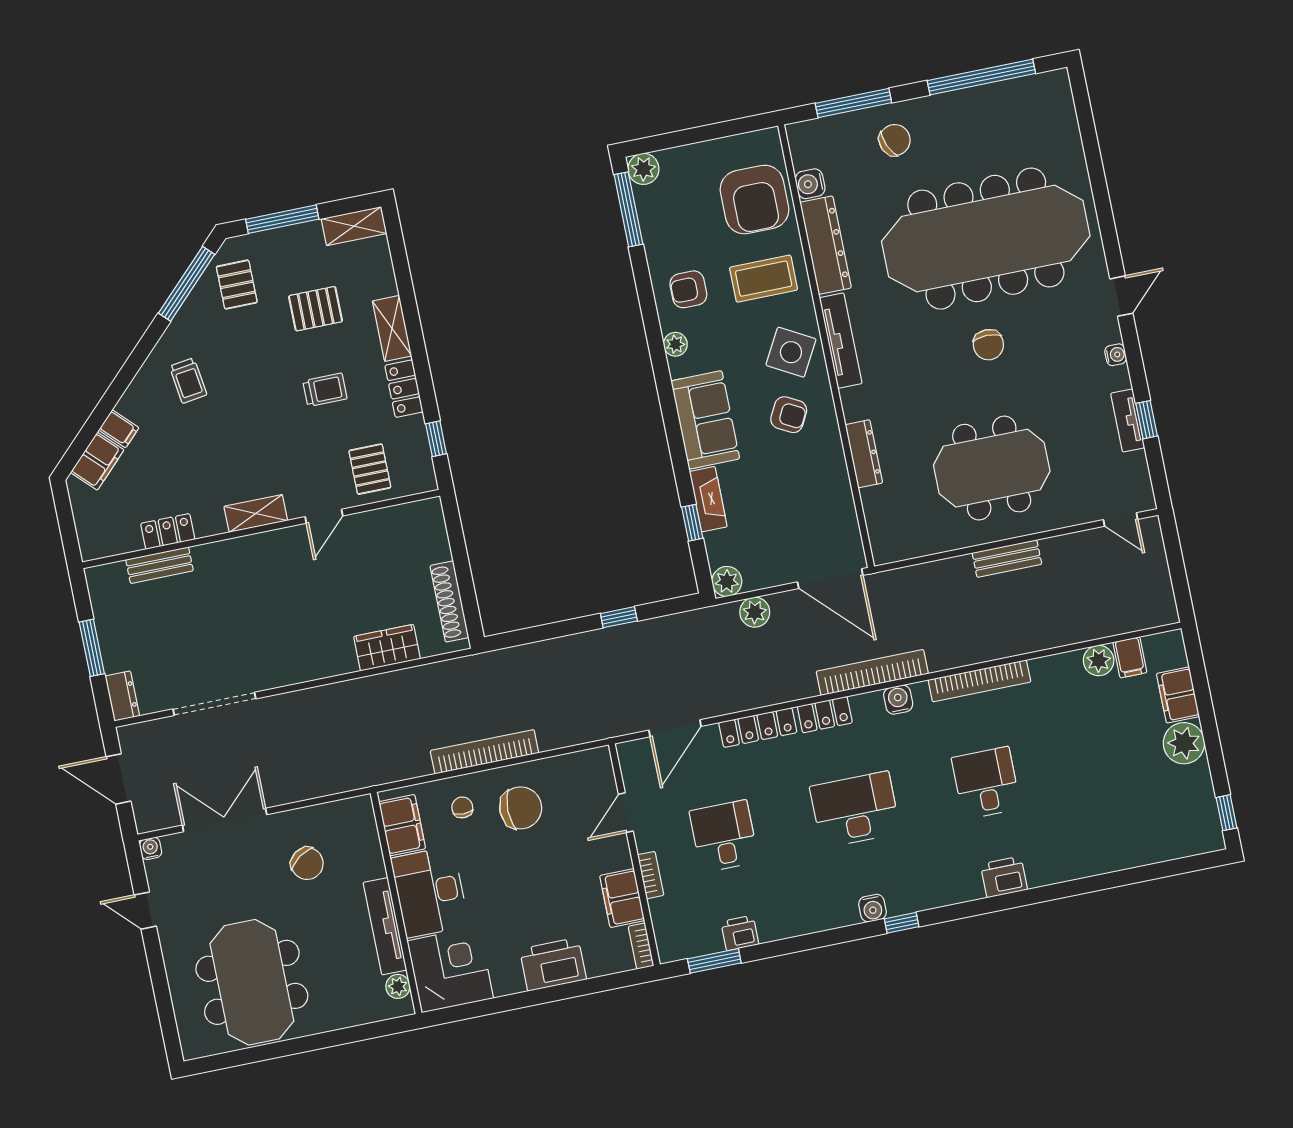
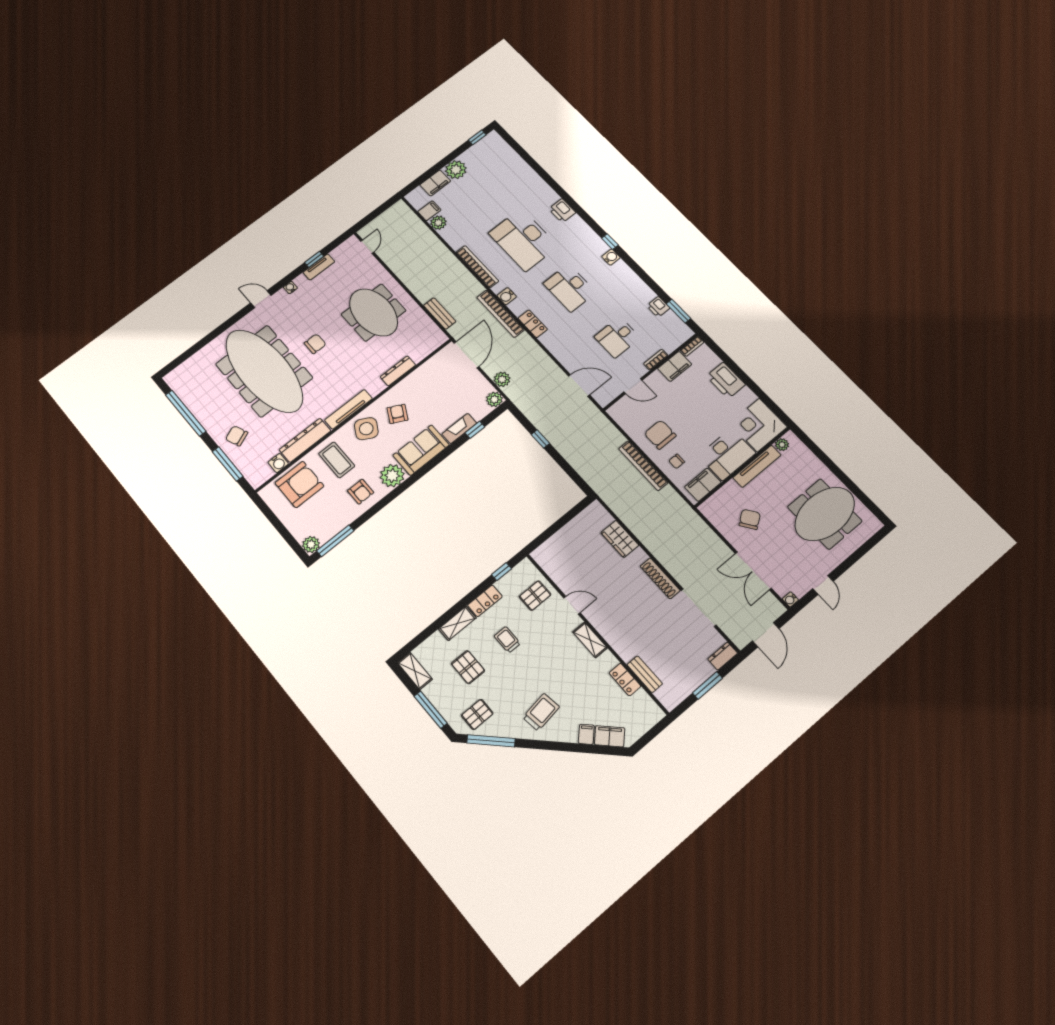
plant: (675, 344) -> (392, 476), width x1.88, depth x1.88
trolley: (188, 380) -> (541, 712), width x1.36, depth x1.39
bench: (1007, 558) -> (440, 313), moved
shoe rack: (449, 602) -> (660, 578), moved, turned 90
locker: (758, 728) -> (556, 349), removed
desk: (986, 783) -> (523, 240), width x1.87, depth x1.30

